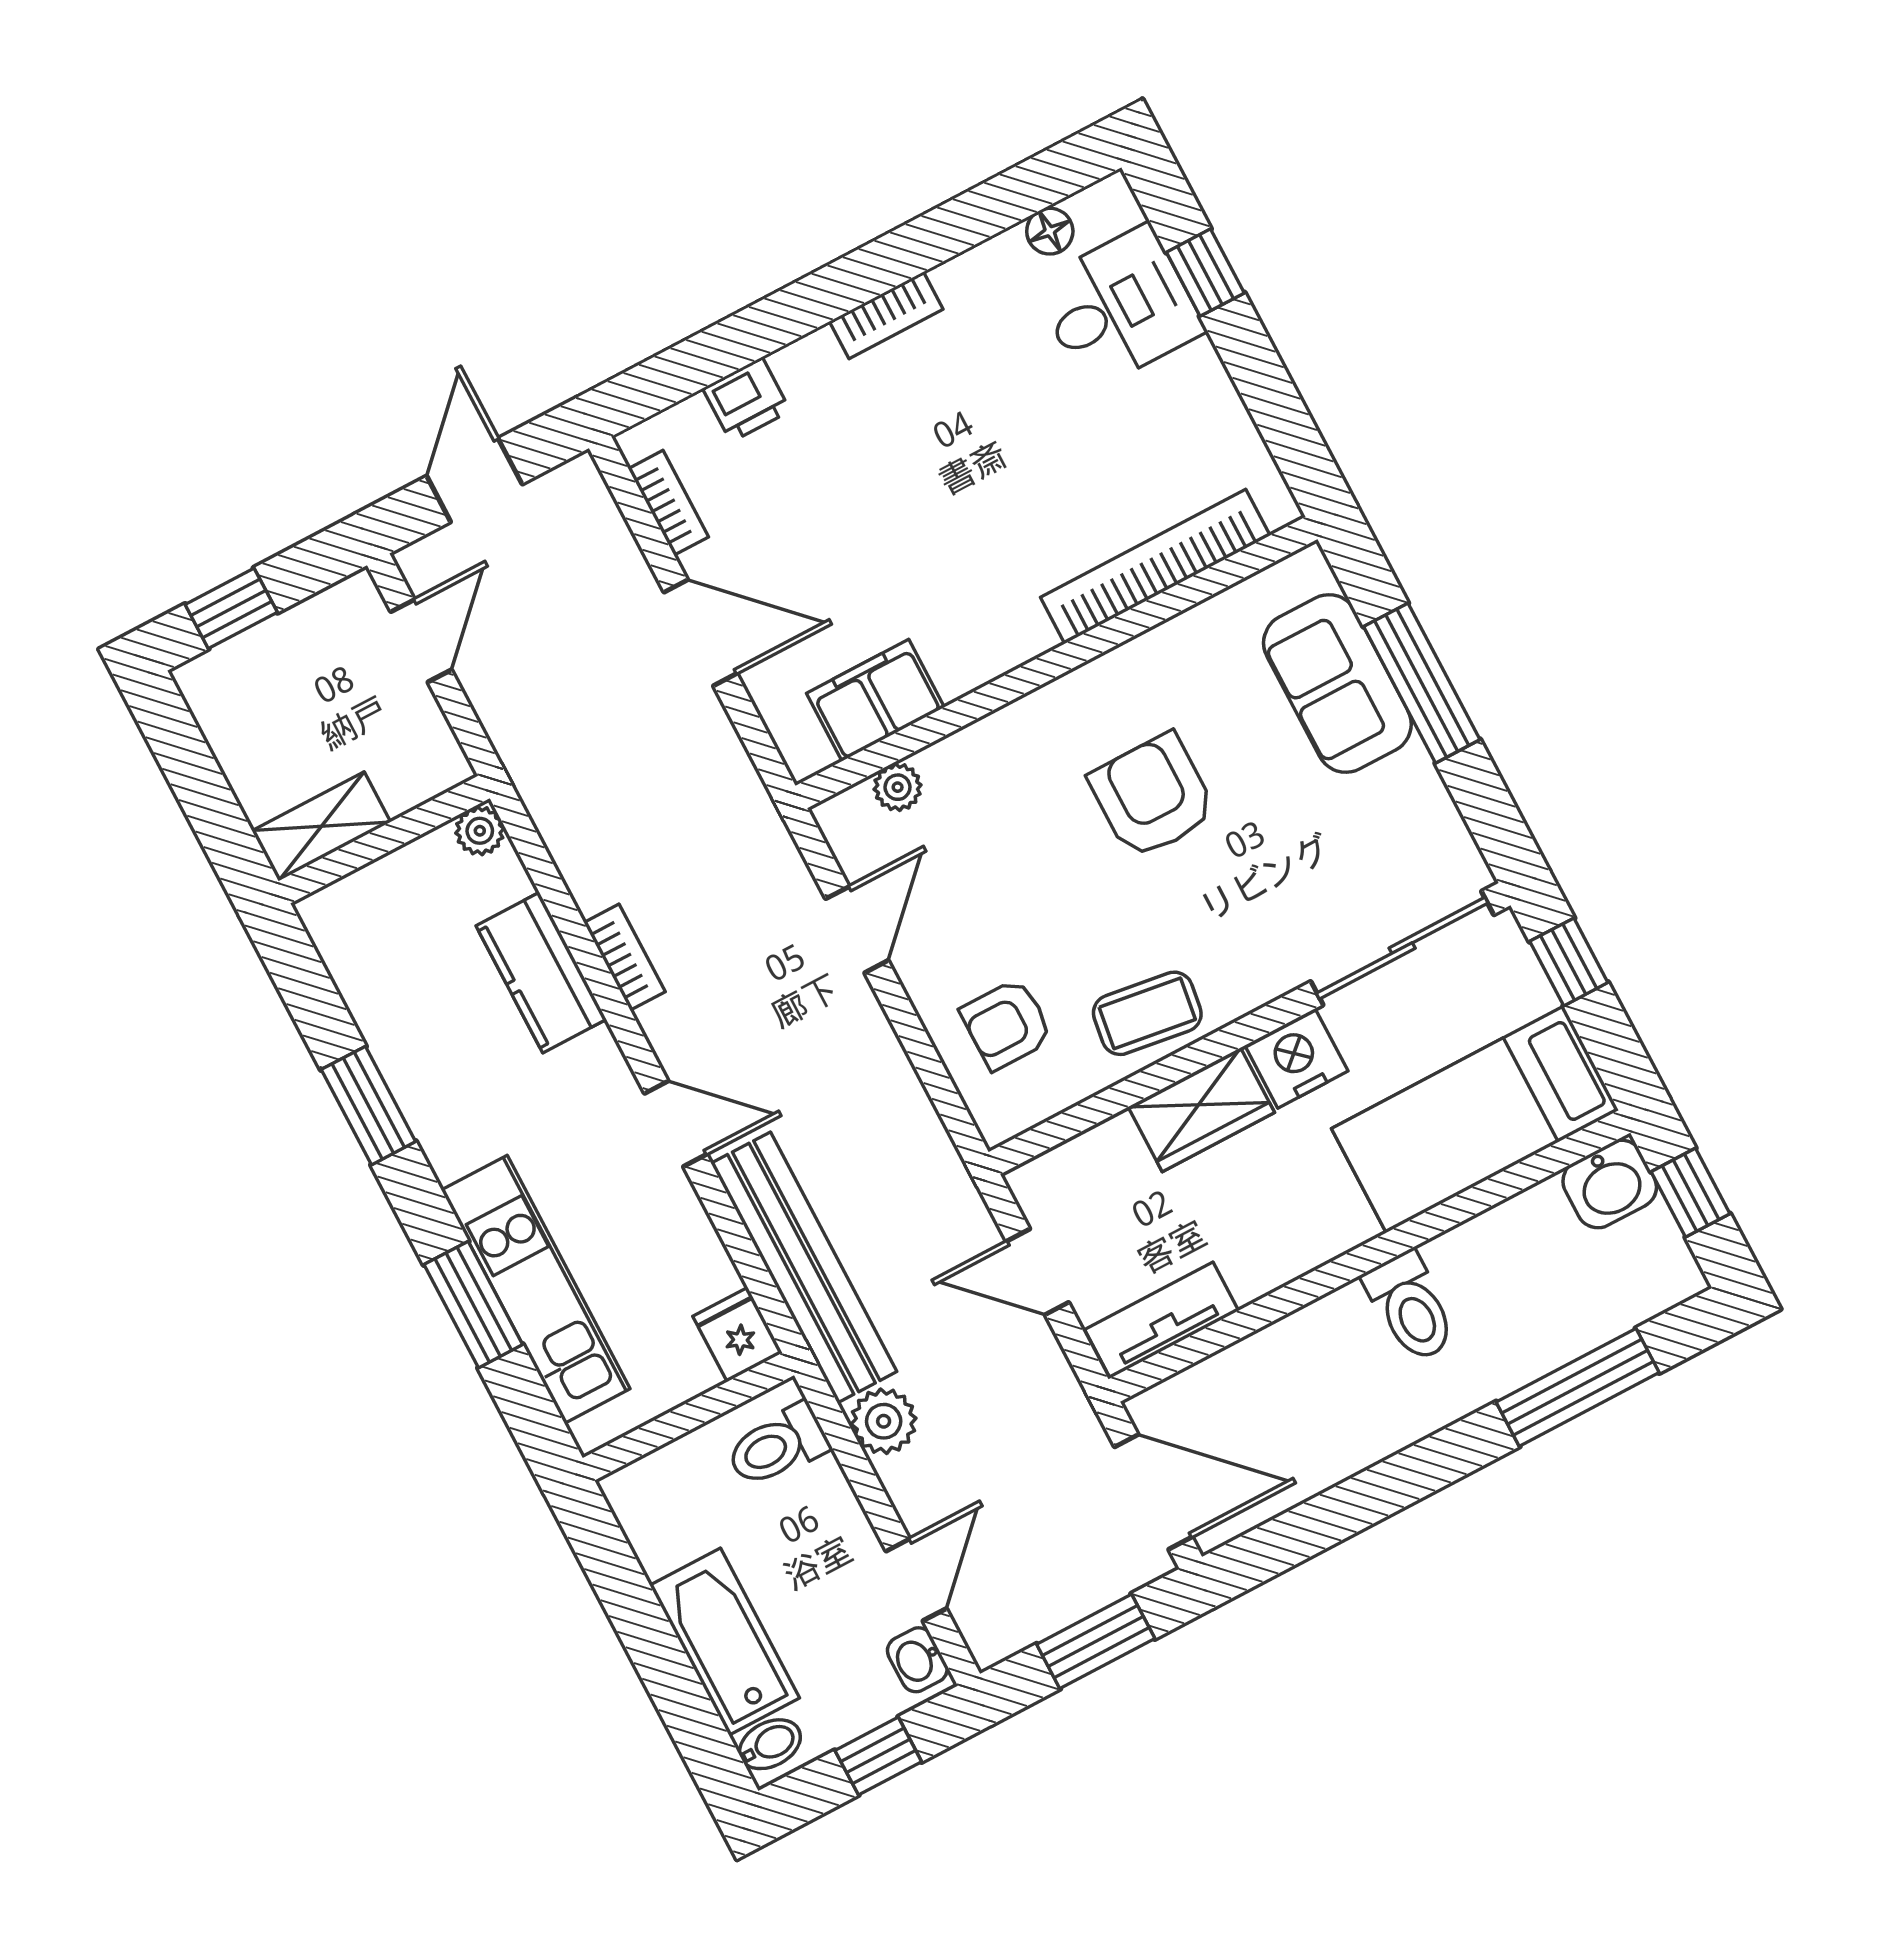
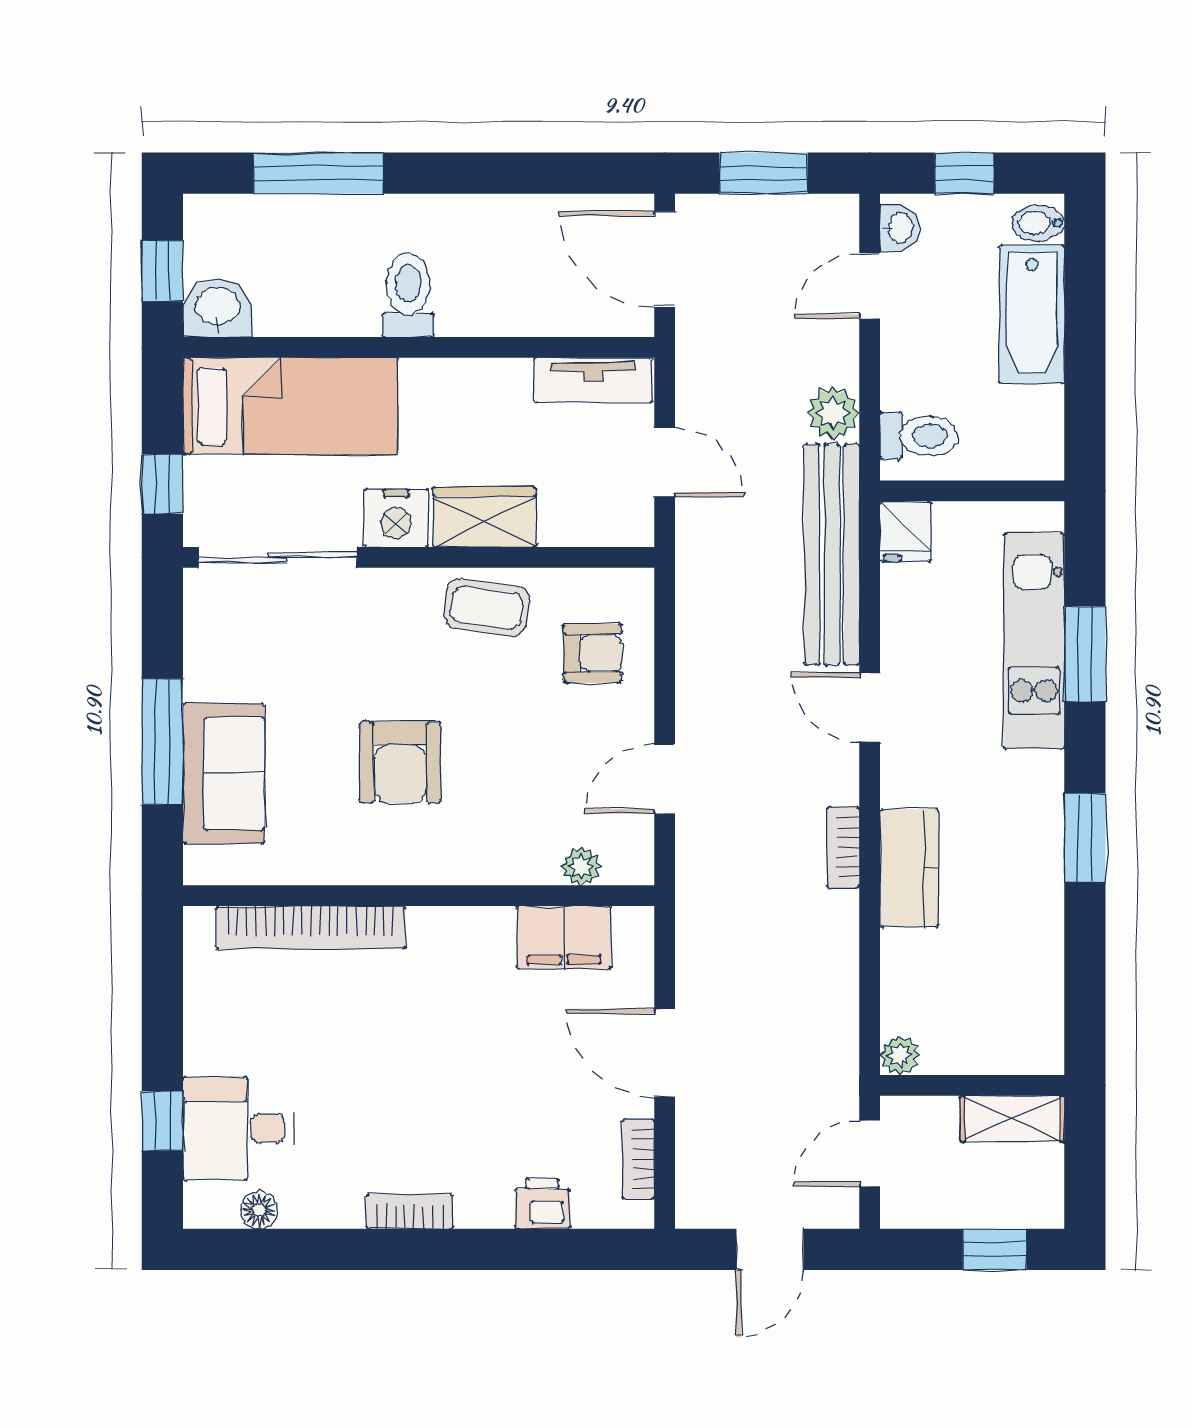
shelving: (321, 826) -> (1013, 1119), moved
plant: (480, 831) -> (900, 1055), moved
wall: (384, 840) -> (972, 1085), moved

